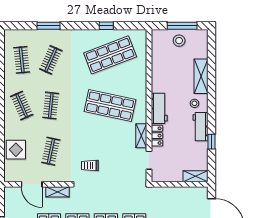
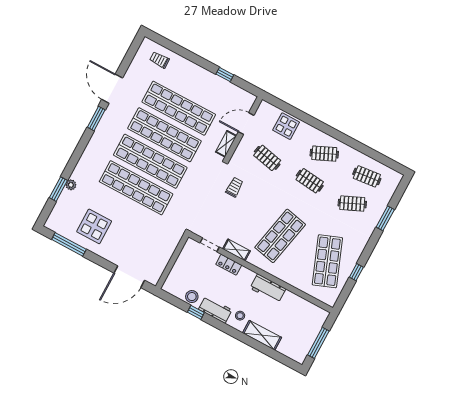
stool: (179, 41) -> (192, 297), moved
clothes rail: (51, 60) -> (352, 204), turned -48
workbench: (159, 108) -> (268, 288), moved
shelving: (196, 176) -> (172, 280), removed

